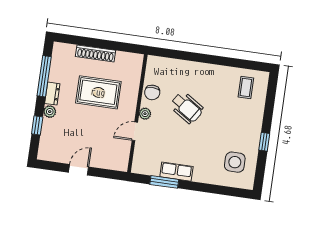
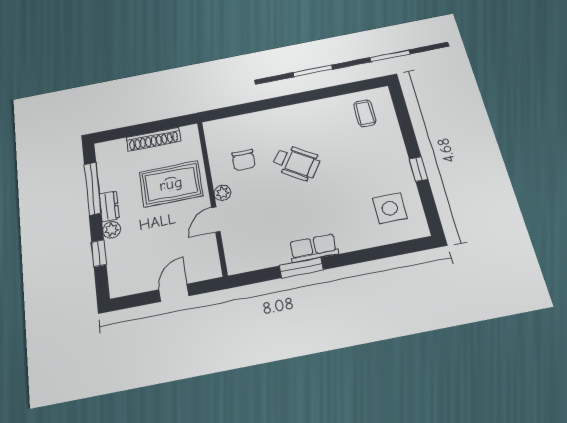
wall: (137, 113) -> (212, 196), moved
plant: (145, 114) -> (222, 193), moved
door: (135, 131) -> (216, 219), moved

